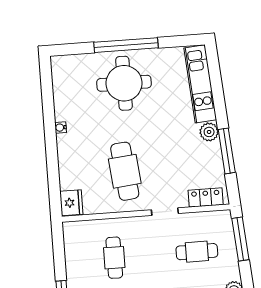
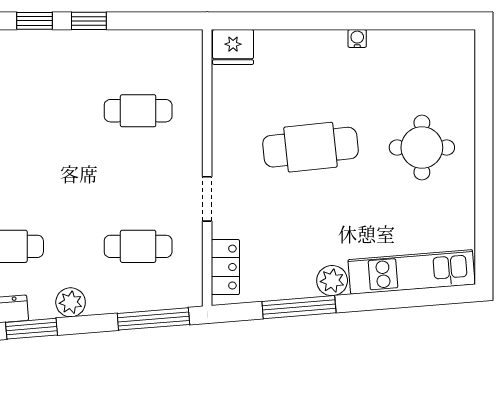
window: (126, 45) -> (484, 155), removed
round table: (124, 83) -> (422, 148), width x0.73, depth x0.73
cafe table: (125, 171) -> (310, 147), moved
cafe table: (197, 252) -> (138, 246), turned 90

